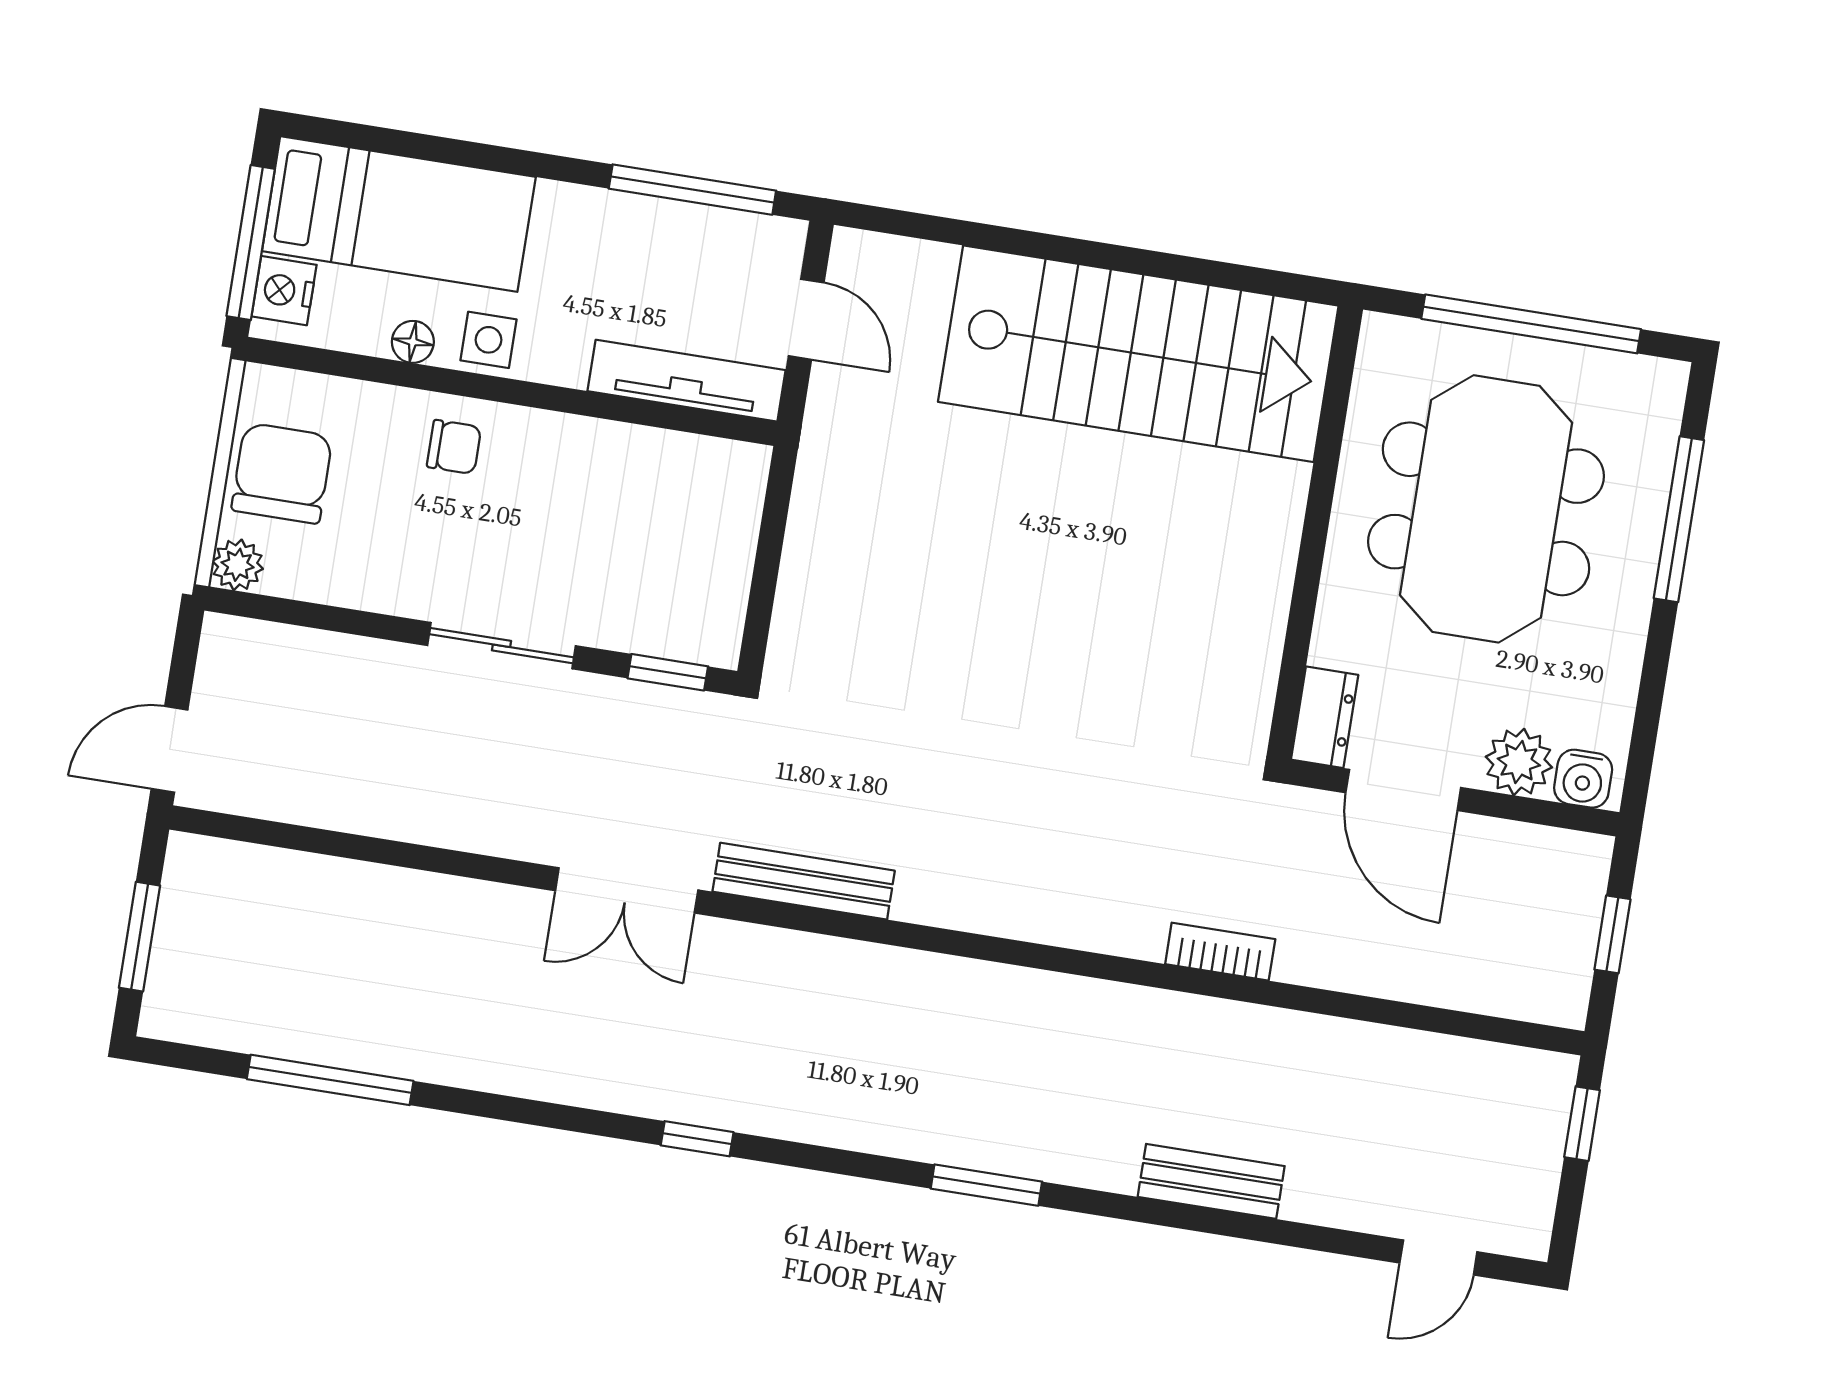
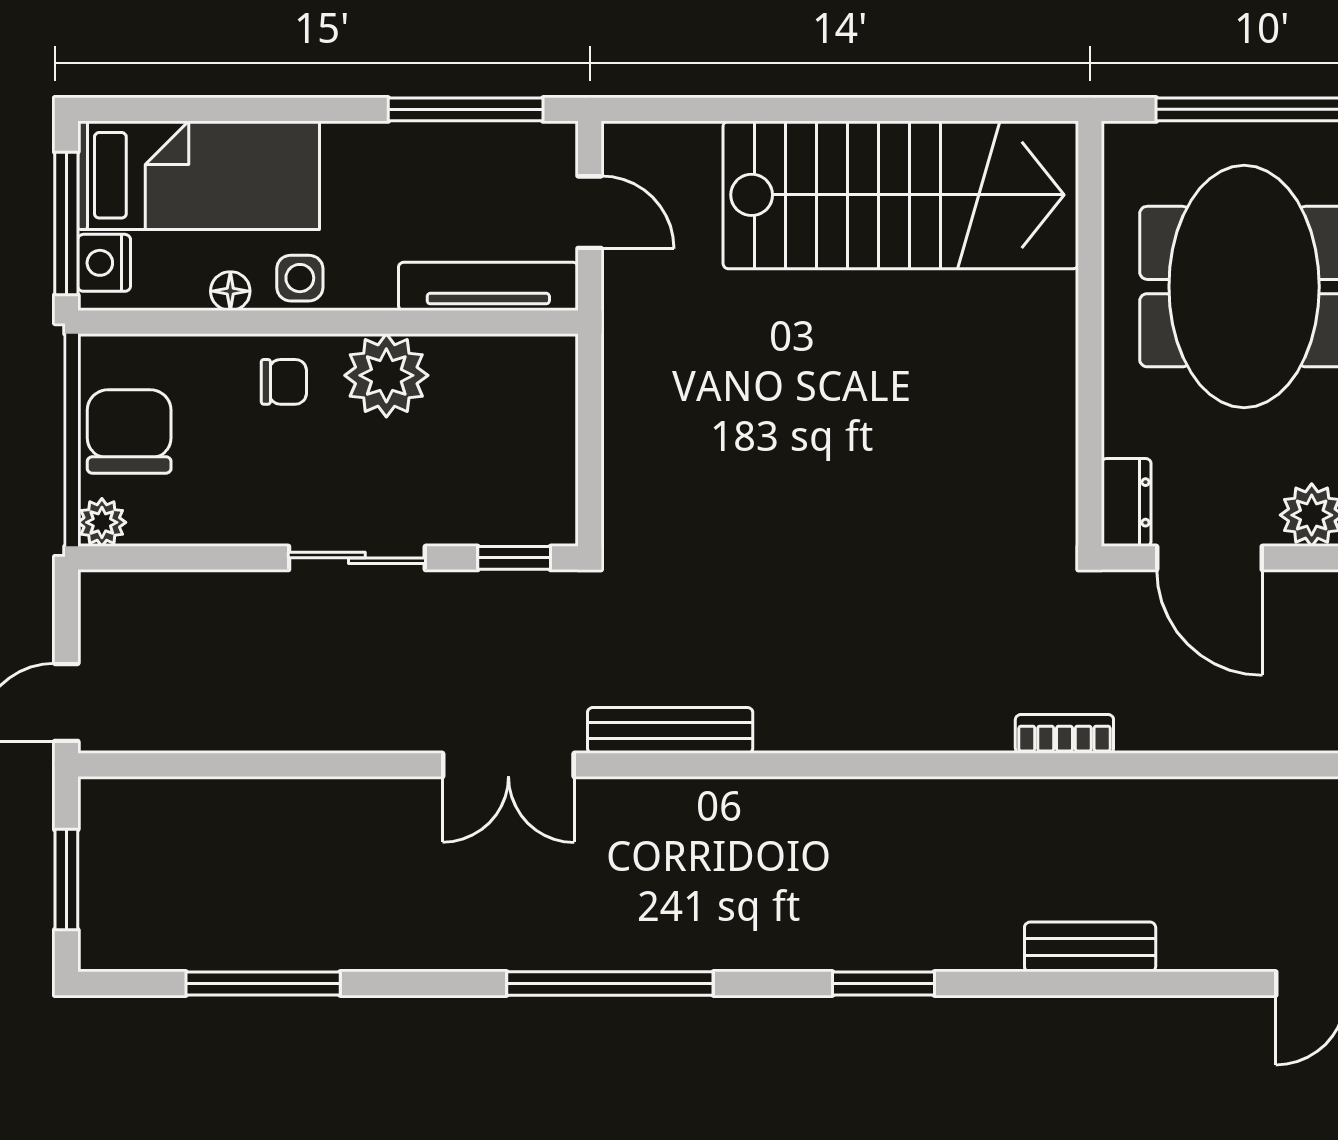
plant: (564, 458) -> (386, 375), added
window: (697, 1139) -> (610, 984), width x3.17

